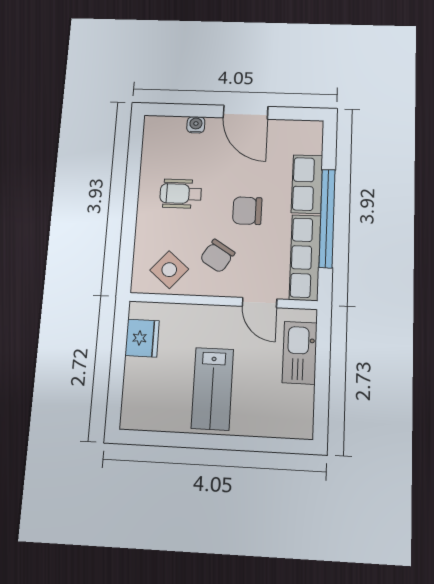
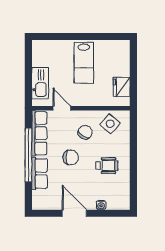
lab bench: (212, 389) -> (84, 63), turned 180

